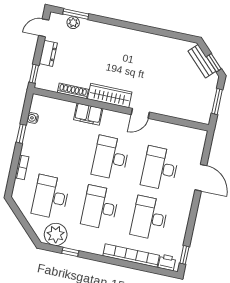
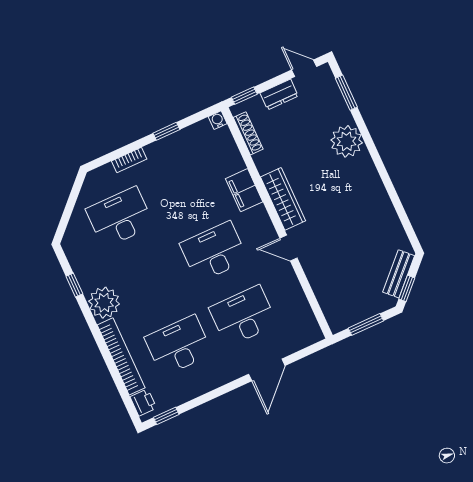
plant: (73, 23) -> (347, 141), moved, width x1.87, depth x1.87
shoe rack: (73, 91) -> (248, 133), moved
water cooler: (33, 118) -> (218, 120), moved
desk: (100, 207) -> (149, 281), removed
plant: (56, 234) -> (104, 303), moved

